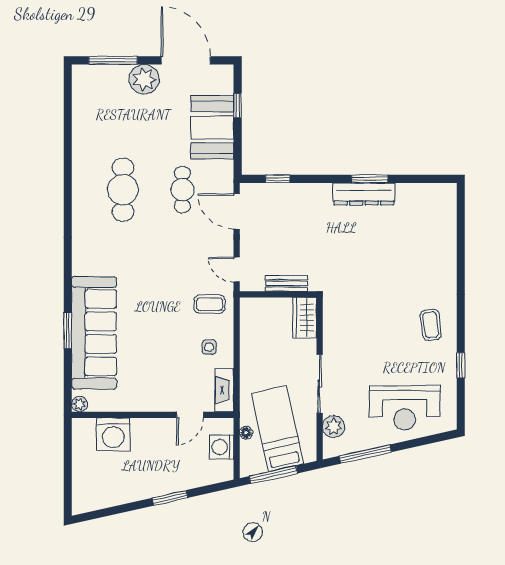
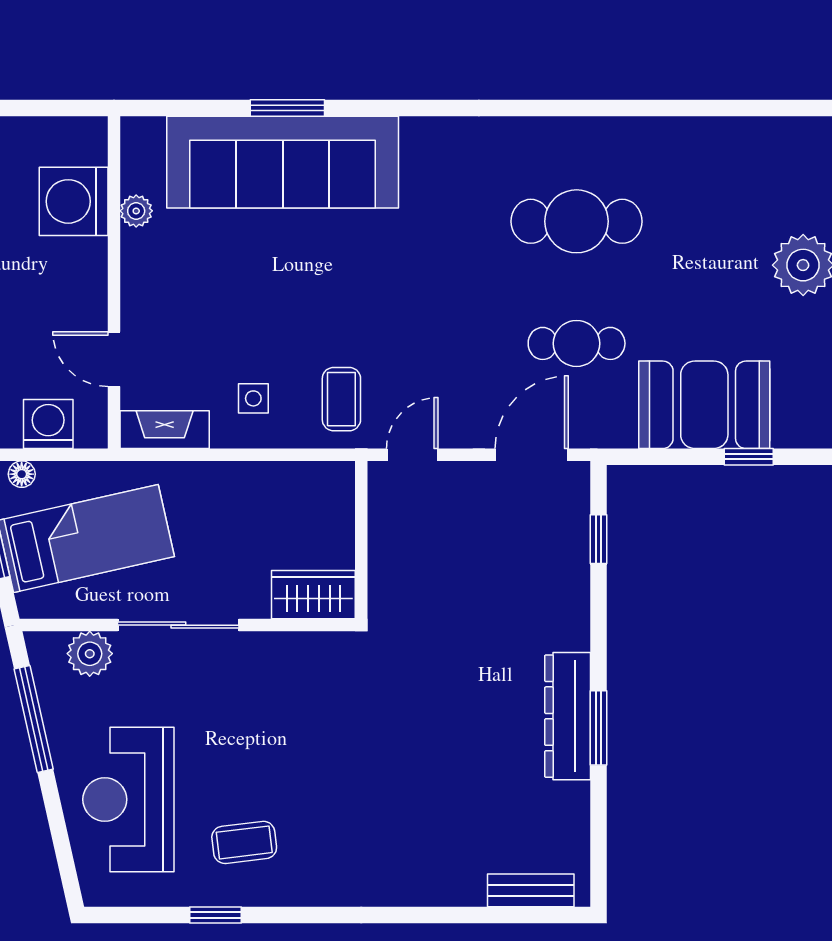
bench: (286, 283) -> (531, 890), moved, turned 90
coffee table: (431, 325) -> (244, 842), moved
plant: (80, 404) -> (136, 211), moved
floor lamp: (246, 433) -> (22, 474), moved

